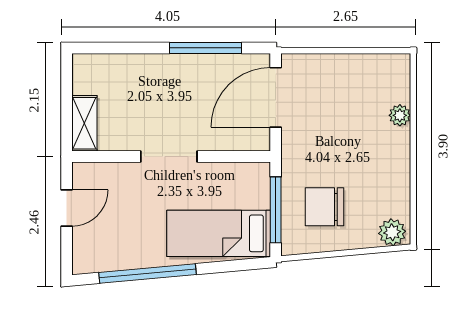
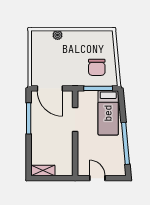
shelving: (84, 123) -> (43, 170), moved
doorway: (169, 157) -> (75, 119), moved
plant: (392, 232) -> (108, 38), removed

